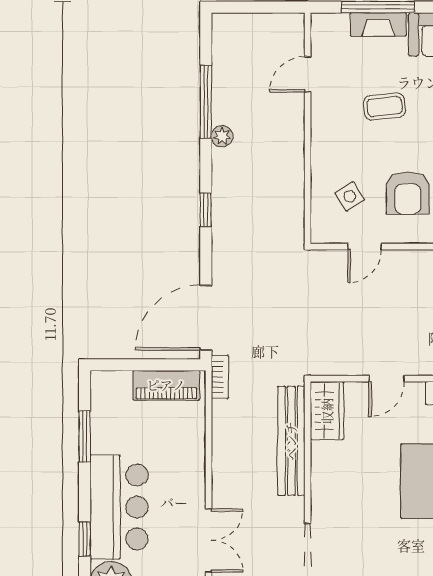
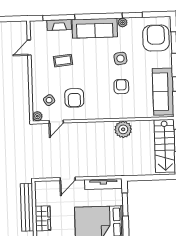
plant: (322, 232) -> (37, 116), added
wardrobe: (327, 411) -> (43, 218), moved

